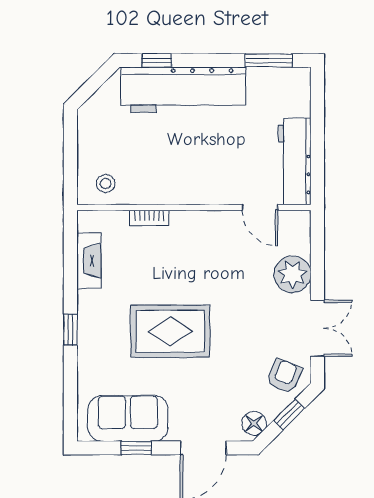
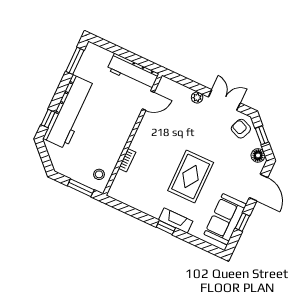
window: (70, 164) -> (81, 188), added
fireplace: (89, 260) -> (176, 221), moved
plant: (292, 274) -> (197, 98), width x0.53, depth x0.53

